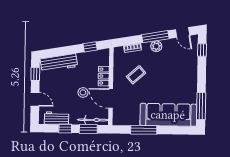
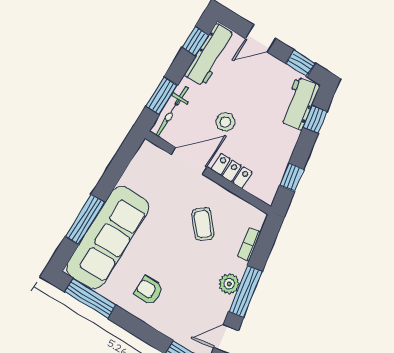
window: (57, 52) -> (315, 119), added
workbench: (59, 63) -> (299, 103), width x0.73
armchair: (181, 81) -> (149, 291), added
workbench: (57, 118) -> (210, 55), width x1.38
window: (65, 129) -> (196, 41), moved
window: (144, 130) -> (85, 219), moved

